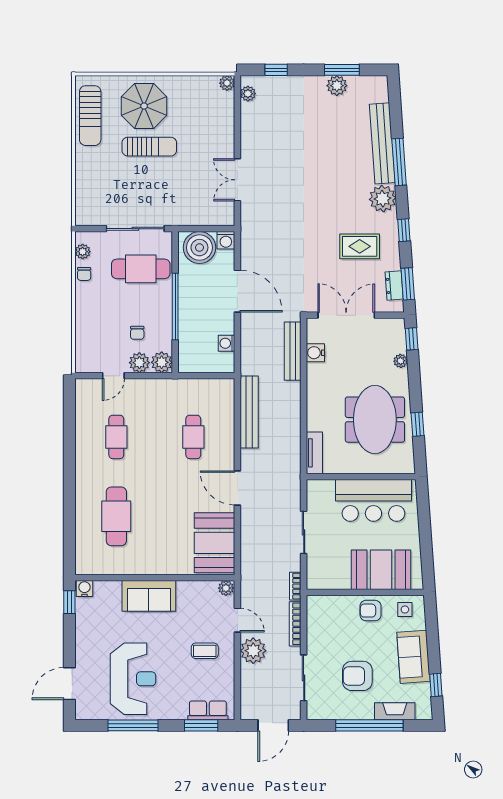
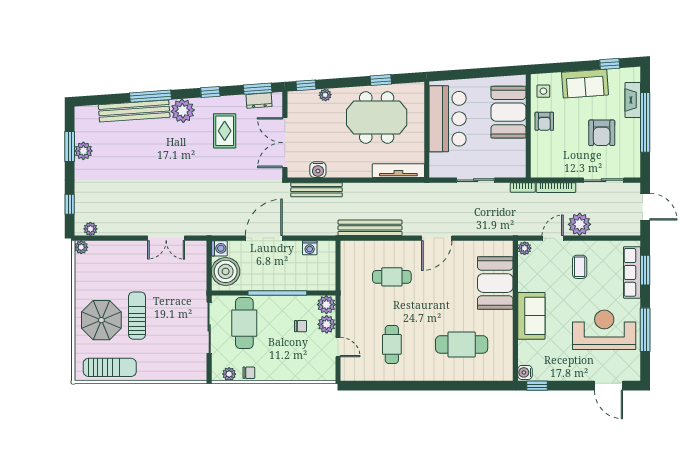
cafe table: (116, 437) -> (392, 344), turned 90
tv unit: (314, 453) -> (398, 171), width x1.41
booth: (214, 543) -> (495, 283), moved, turned 90
row of seats: (208, 710) -> (632, 272), width x1.48

